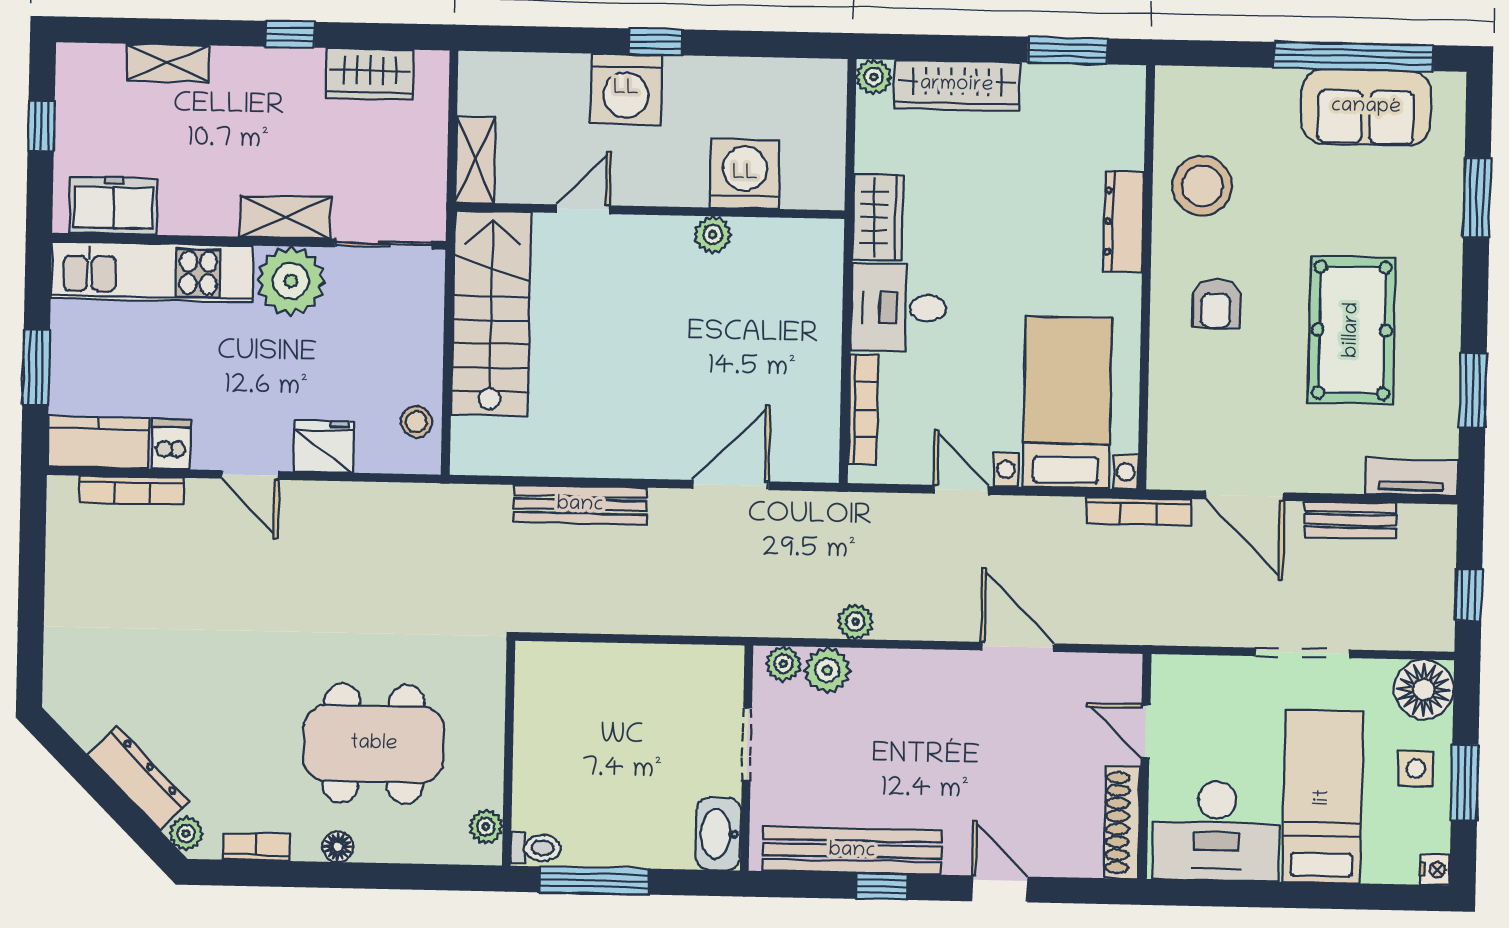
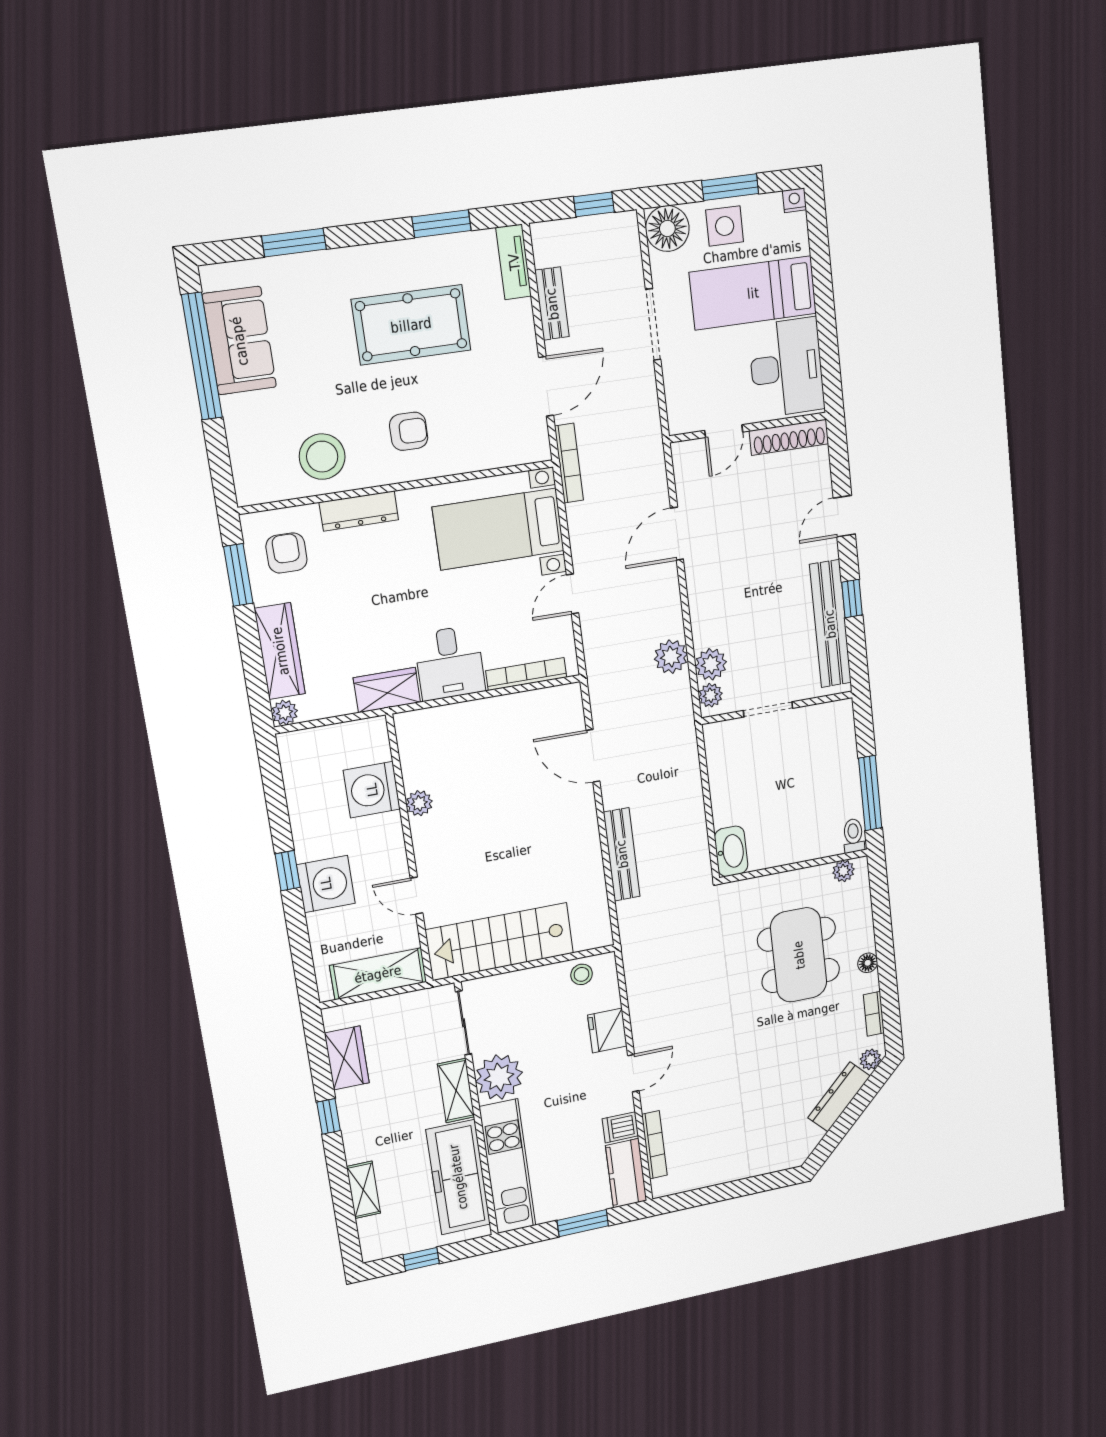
armchair: (1085, 118) -> (286, 553), added
shelving: (475, 160) -> (378, 974), width x1.50, depth x1.33
freezer: (113, 206) -> (458, 1177), width x1.91, depth x1.26
plant: (855, 621) -> (671, 657), width x1.38, depth x1.38
side table: (1416, 768) -> (725, 226), width x1.37, depth x1.37
washbasin: (718, 834) -> (731, 851), moved, turned -90

